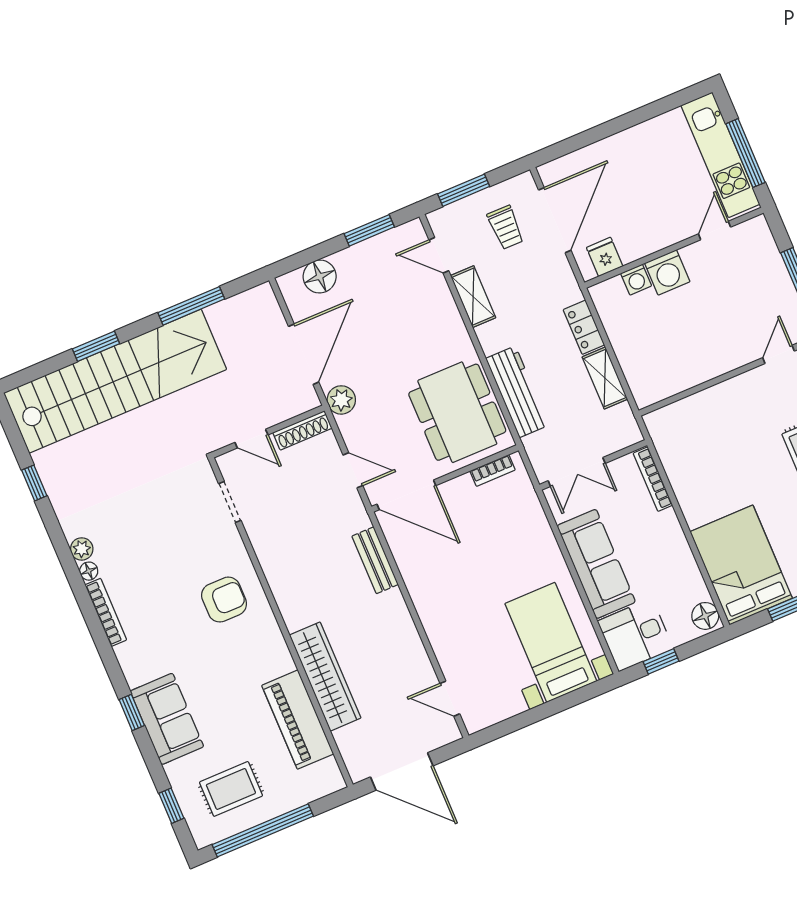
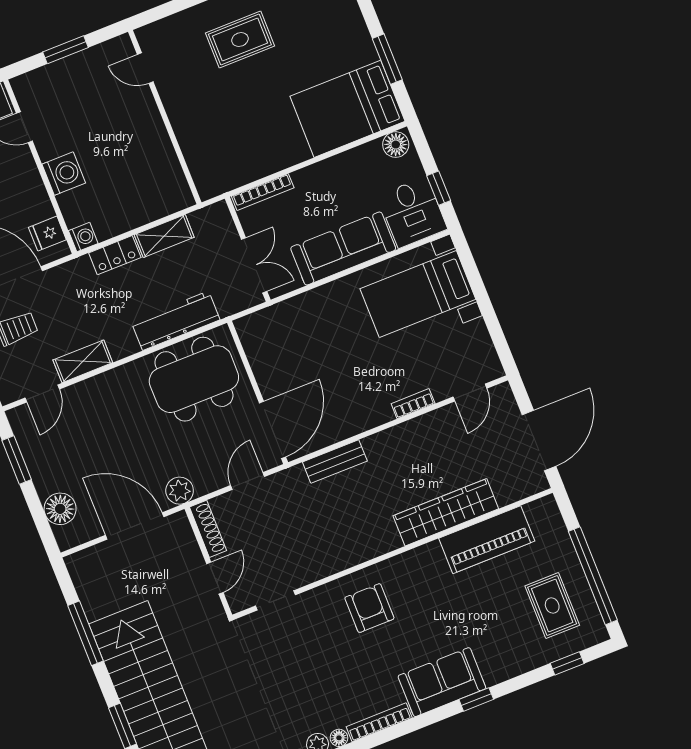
washing machine: (636, 280) -> (83, 237), moved
bookcase: (493, 470) -> (413, 404), moved, turned -90
sofa: (167, 719) -> (442, 682), moved

